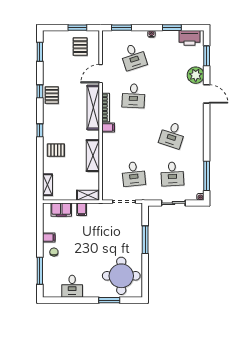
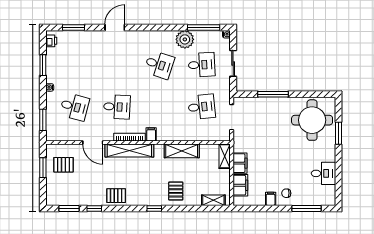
printer: (189, 38) -> (51, 41), width x0.53, depth x0.68
desk: (134, 57) -> (74, 107), turned 33
plant: (196, 75) -> (185, 39), moved
window: (40, 91) -> (94, 208), moved
filing cabinet: (82, 209) -> (240, 163), width x2.00

